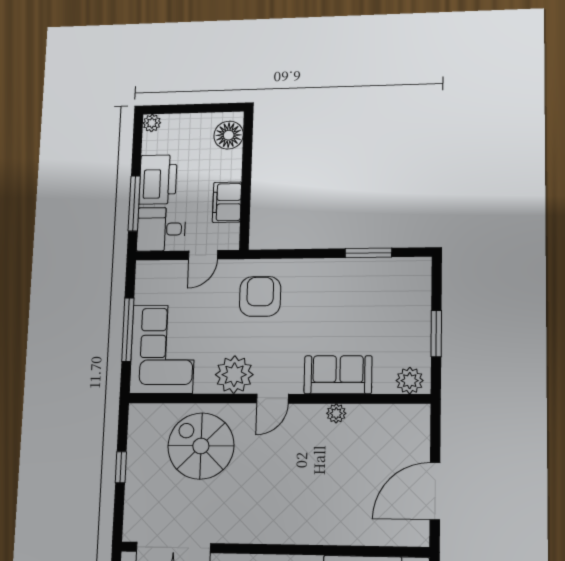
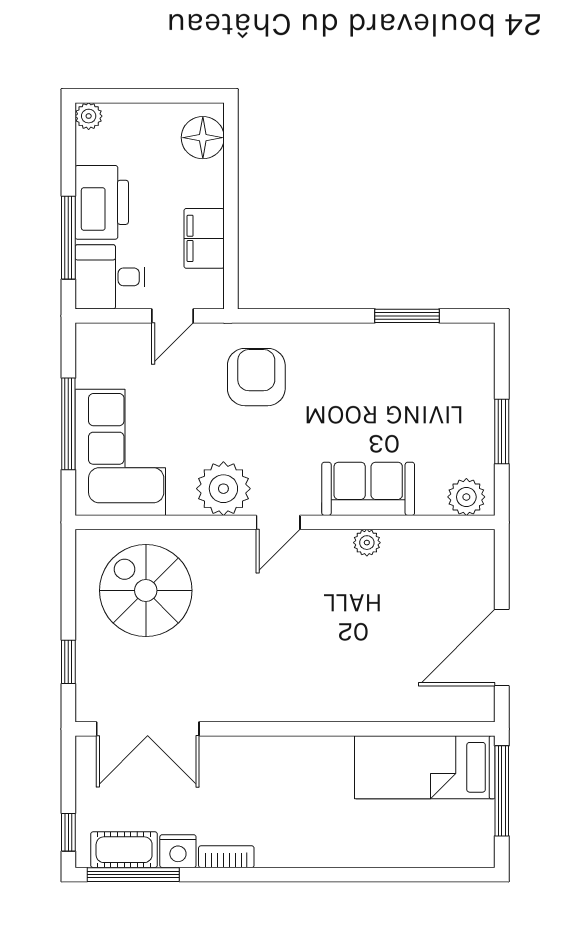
spiral stairs: (201, 446) -> (146, 590), moved
window: (121, 467) -> (68, 662), moved

